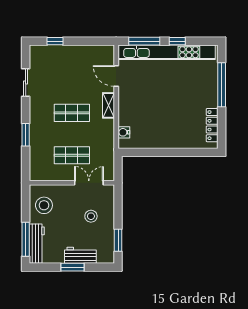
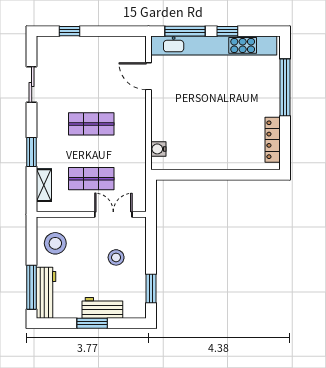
shelving: (108, 105) -> (44, 185), moved

